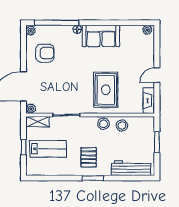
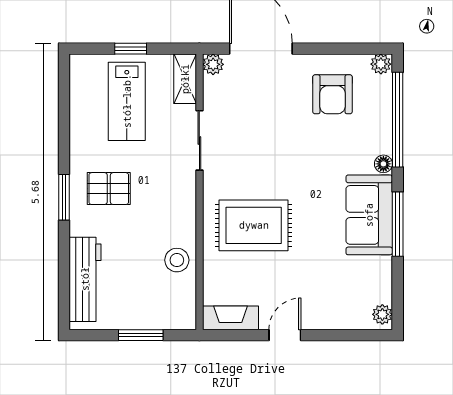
window: (105, 23) -> (398, 224), added
door: (157, 75) -> (285, 335), hinge flipped
stool: (103, 124) -> (181, 220), removed

